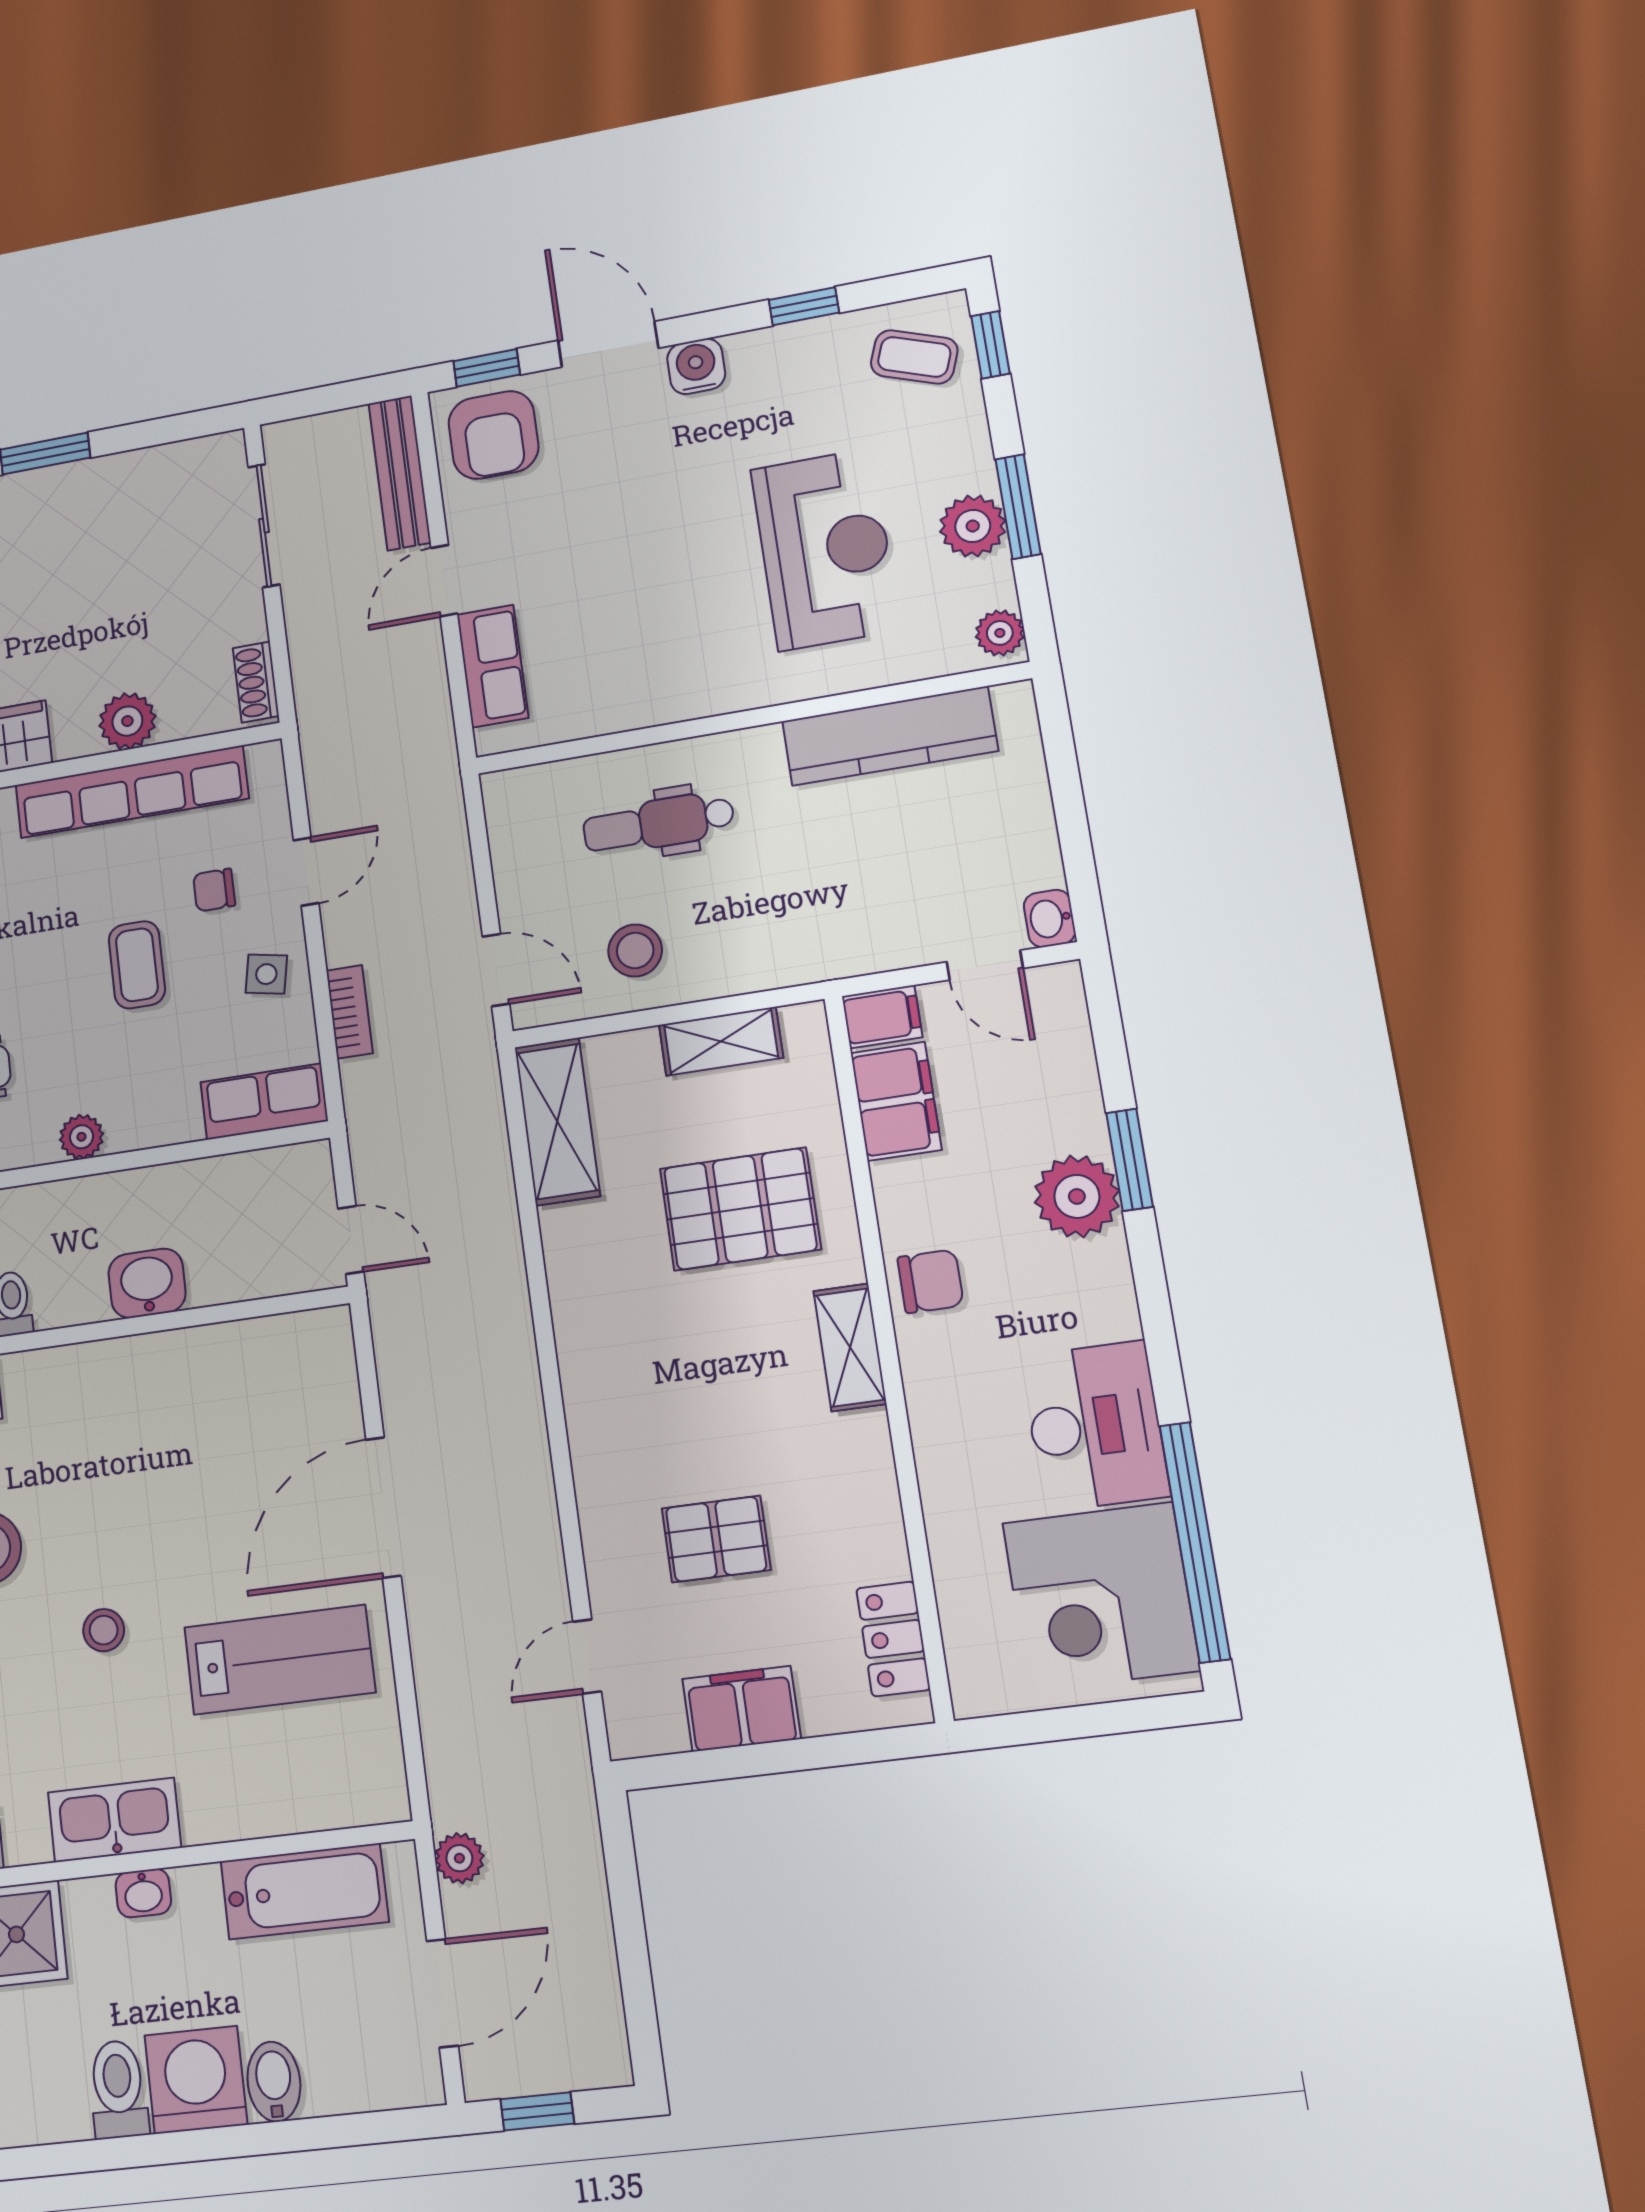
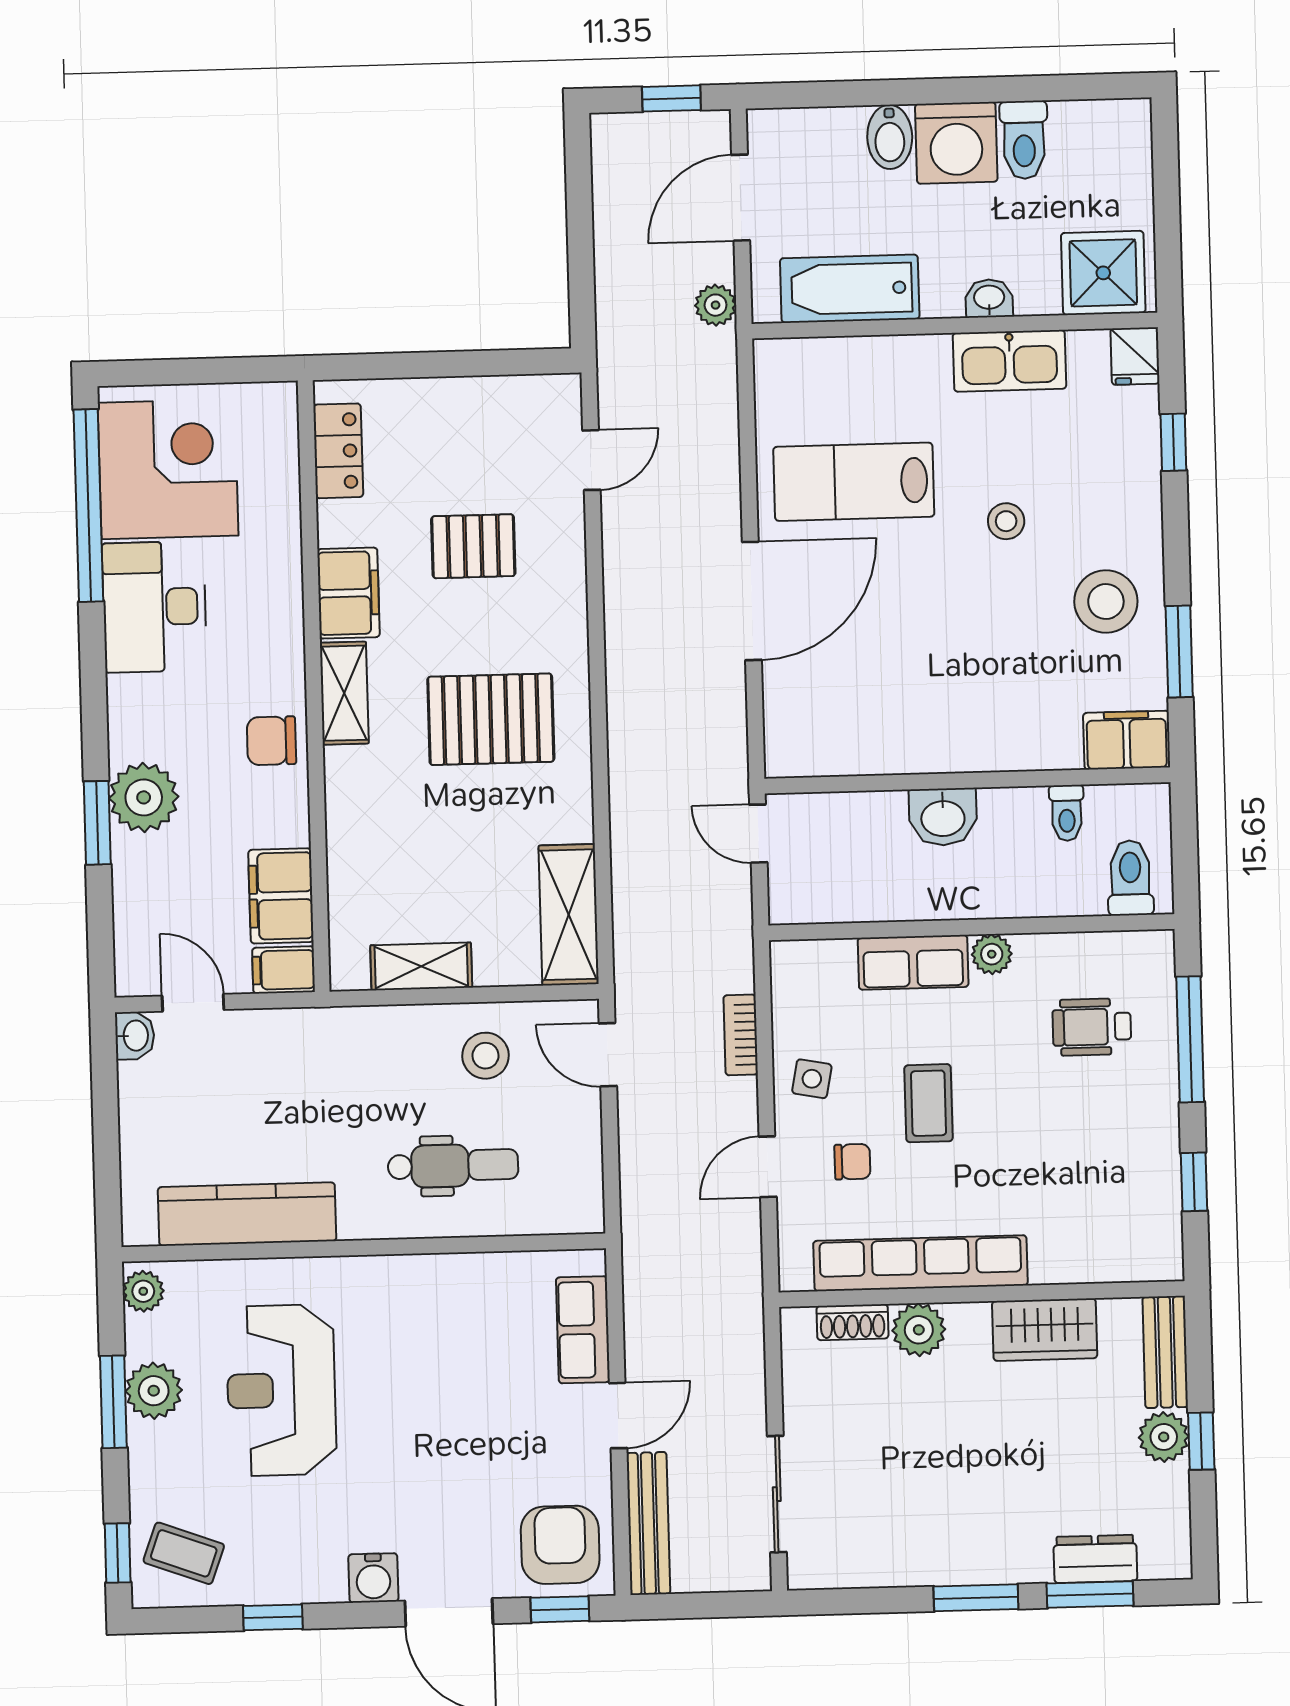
shoe rack: (256, 682) -> (852, 1322), moved, turned 90
row of seats: (264, 1102) -> (913, 962), moved
pallet: (740, 1209) -> (491, 719), moved
filing cabinet: (742, 1709) -> (348, 593), moved, turned -90

